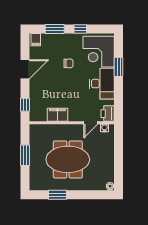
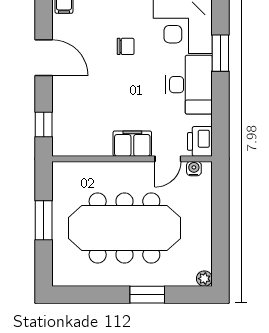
door: (25, 69) -> (44, 58), hinge flipped
filing cabinet: (57, 115) -> (132, 144), moved
meeting table: (68, 159) -> (124, 228), width x1.36
window: (58, 195) -> (147, 295), moved

